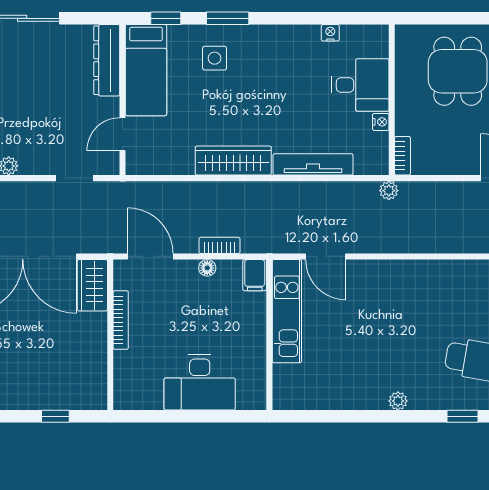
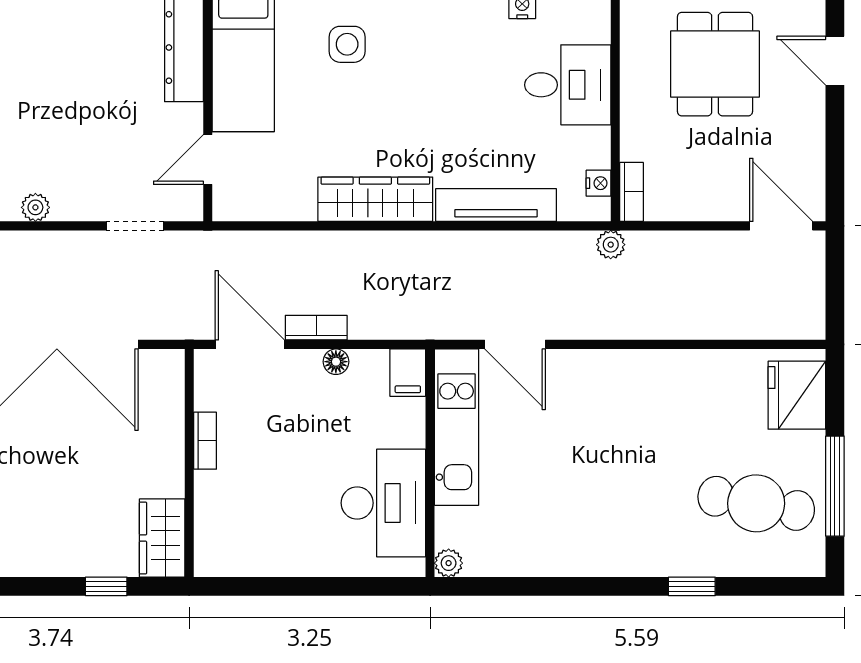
nightstand: (381, 122) -> (599, 183), moved
bookcase: (220, 245) -> (316, 328), moved
wardrobe: (92, 285) -> (162, 538), moved
bookcase: (121, 320) -> (205, 441), width x0.64
desk: (200, 382) -> (383, 503), moved, turned -90
plant: (398, 401) -> (449, 563), moved
window: (463, 416) -> (692, 586), moved

